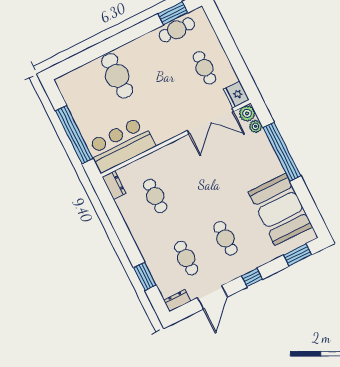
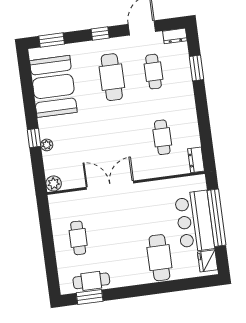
fridge: (236, 95) -> (208, 261), moved, turned 180
double door: (210, 121) -> (110, 185), moved
plant: (256, 126) -> (47, 145), moved
bar counter: (121, 145) -> (195, 221), moved, turned 90
window: (282, 152) -> (34, 138), width x0.32
cafe table: (226, 238) -> (112, 77), width x1.37, depth x1.35

